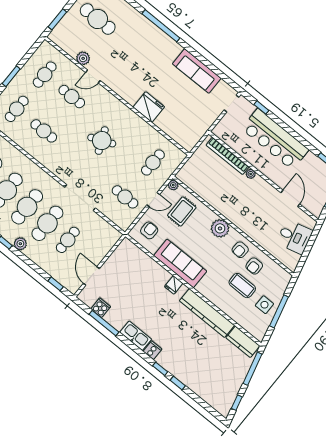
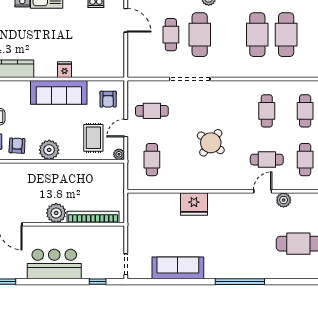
cafe table: (44, 131) -> (267, 111), turned 90
bar counter: (275, 139) -> (54, 264), width x0.73
round table: (102, 141) -> (211, 143), turned -30
plant: (251, 174) -> (56, 213), width x1.88, depth x1.88
cafe table: (27, 207) -> (228, 35), removed
fridge: (174, 285) -> (65, 70), moved

